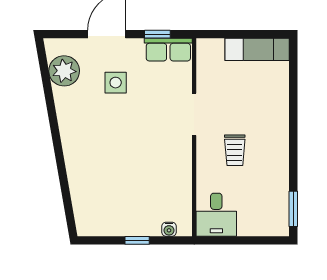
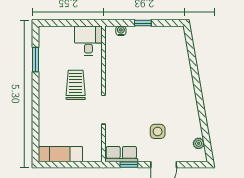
plant: (64, 71) -> (199, 143), width x0.53, depth x0.53
trolley: (235, 150) -> (76, 85), width x1.36, depth x1.39
window: (293, 209) -> (35, 60), moved

